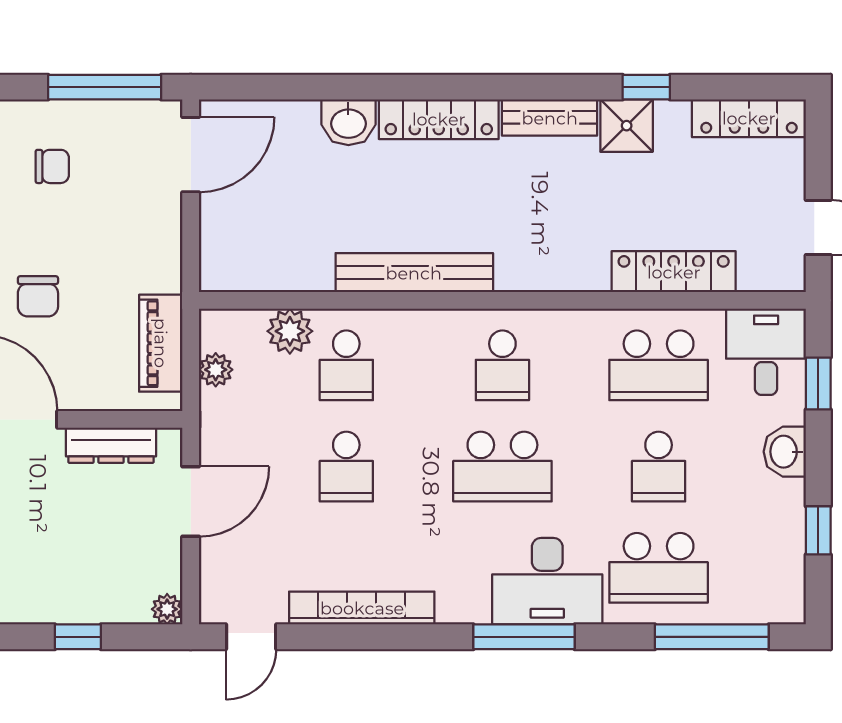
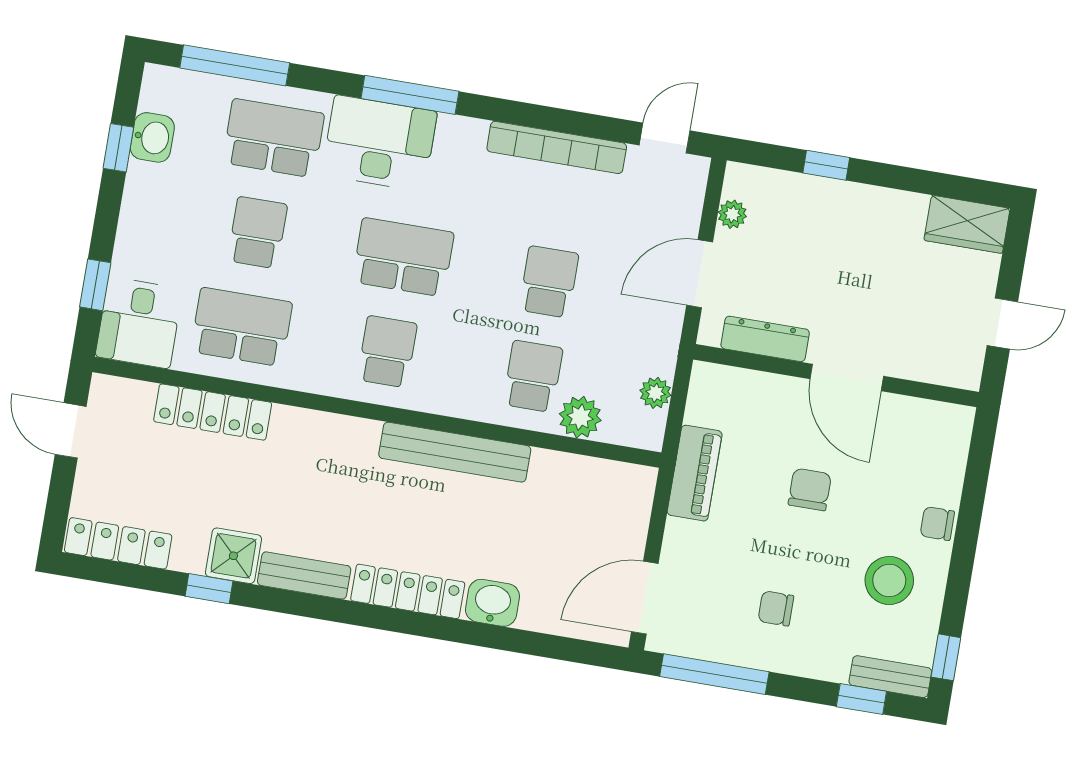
piano: (161, 343) -> (695, 473), moved
washbasin: (785, 452) -> (152, 137), moved
plant: (167, 609) -> (732, 214), moved

